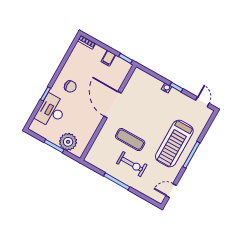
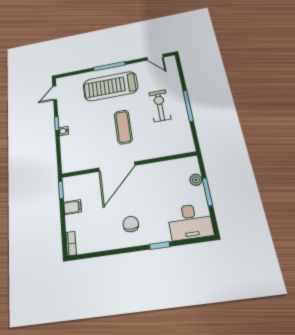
desk: (51, 111) -> (190, 222), moved
exercise mat: (130, 140) -> (123, 127), moved
plant: (68, 142) -> (196, 180), width x0.53, depth x0.53
treadmill: (174, 143) -> (110, 86), turned 180

